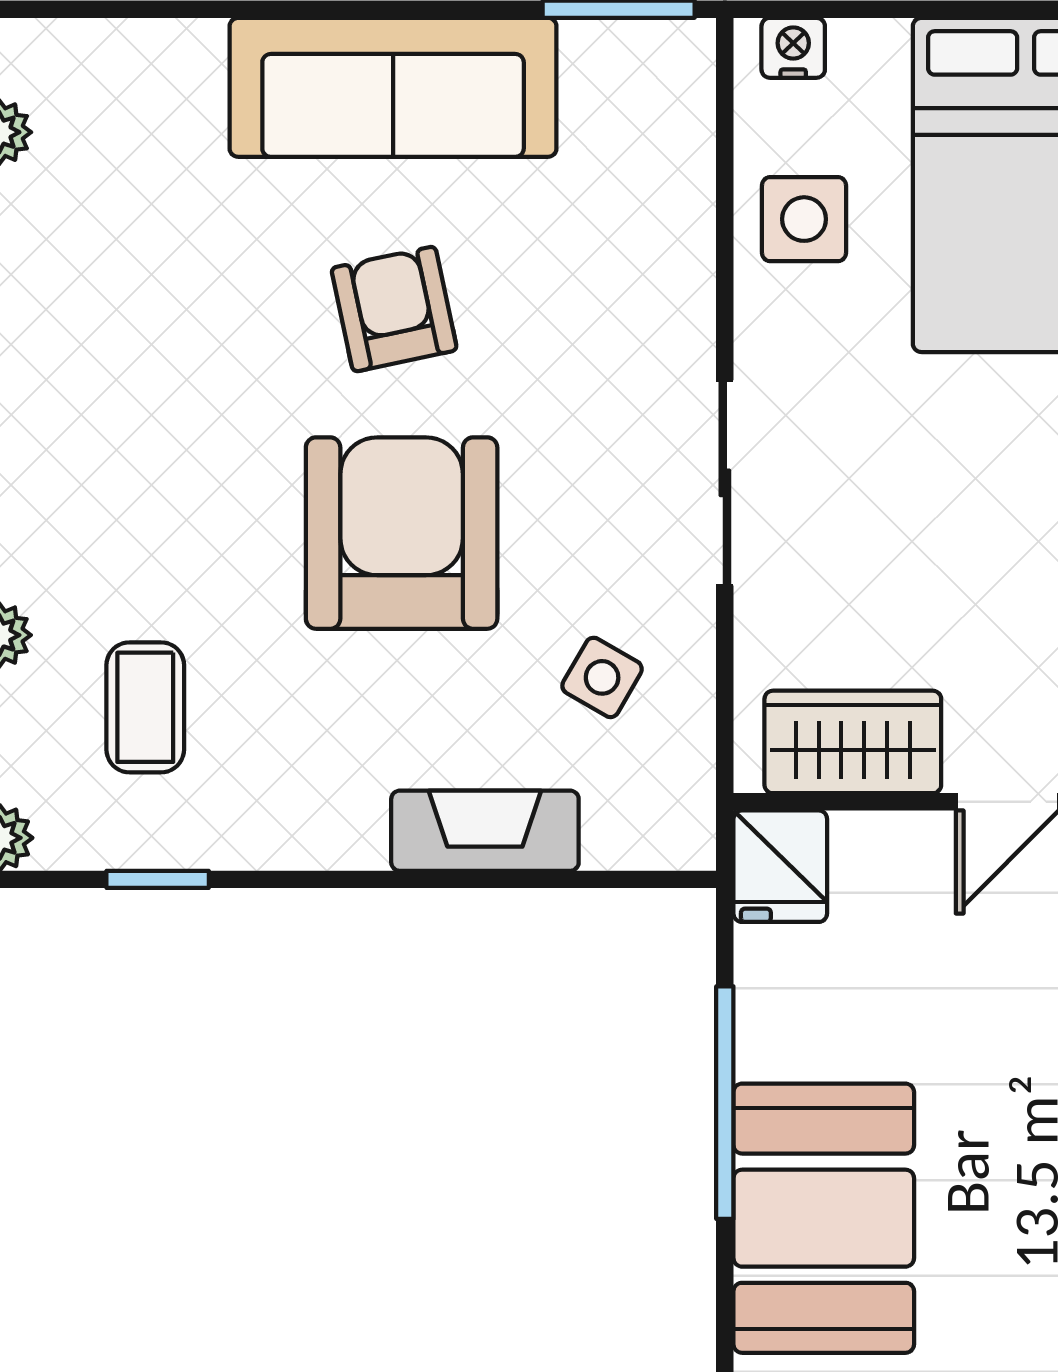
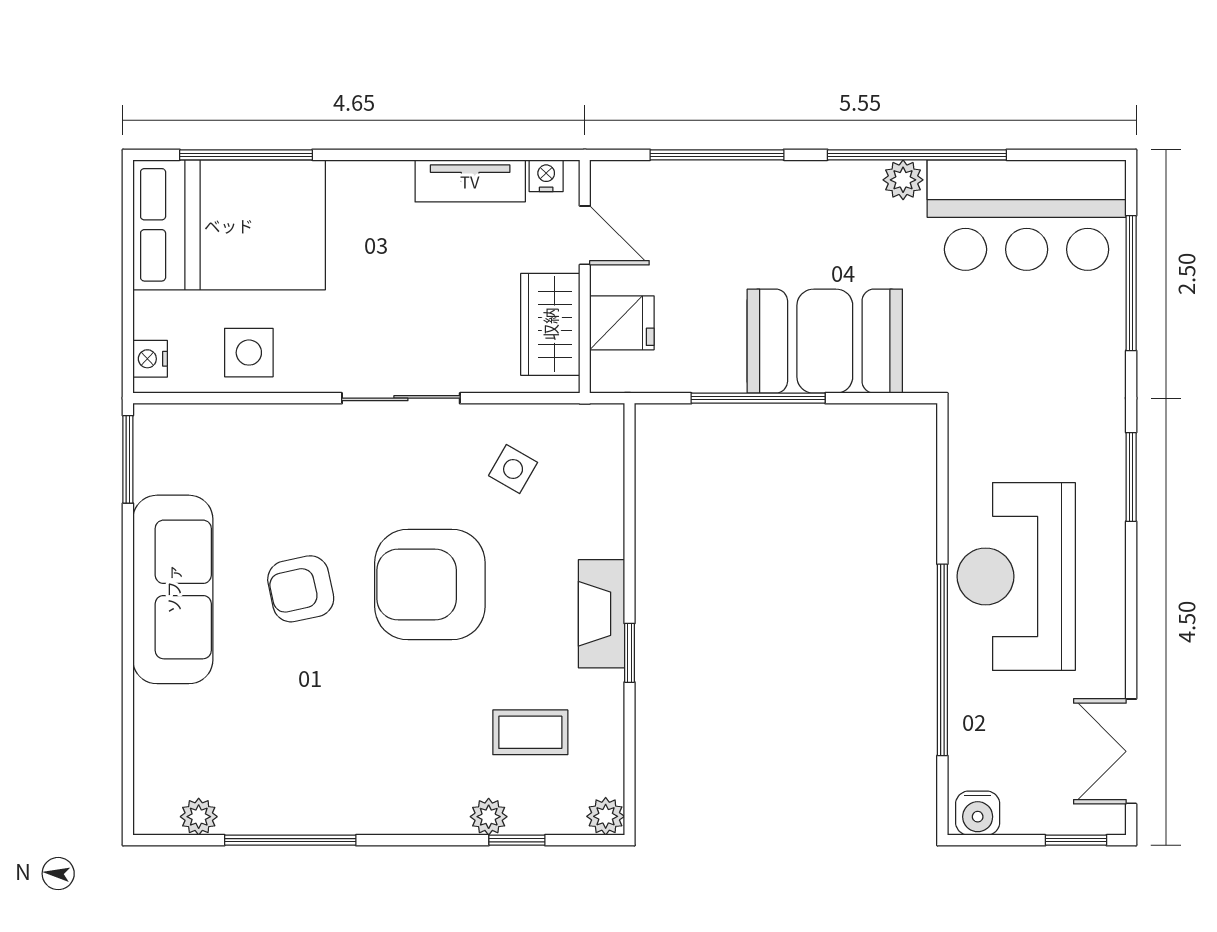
fireplace: (485, 831) -> (601, 614), moved
fridge: (780, 866) -> (622, 323), moved
window: (158, 879) -> (629, 653), moved

